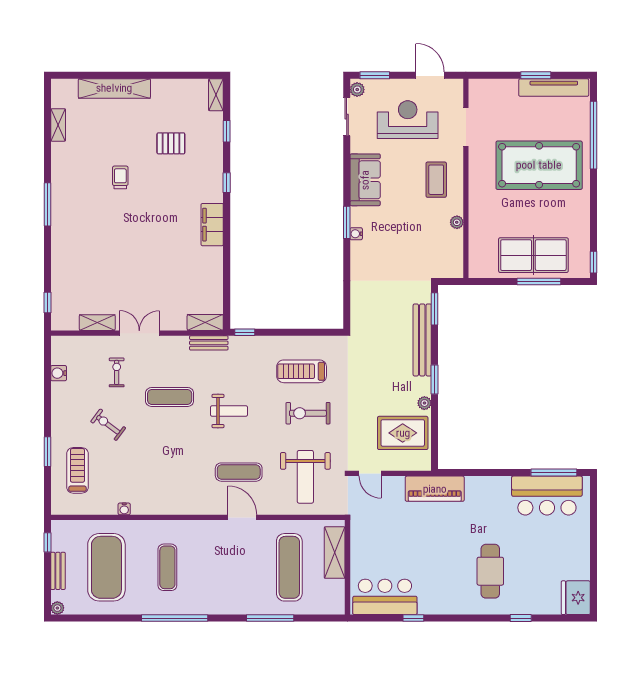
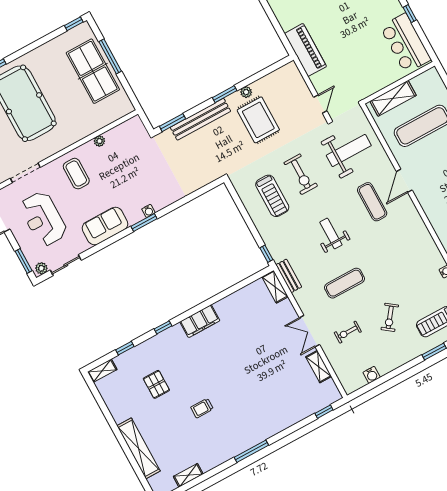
coffee table: (436, 180) -> (76, 174), turned 90
exercise mat: (170, 397) -> (345, 283), turned 90
rug: (403, 433) -> (258, 120), moved

